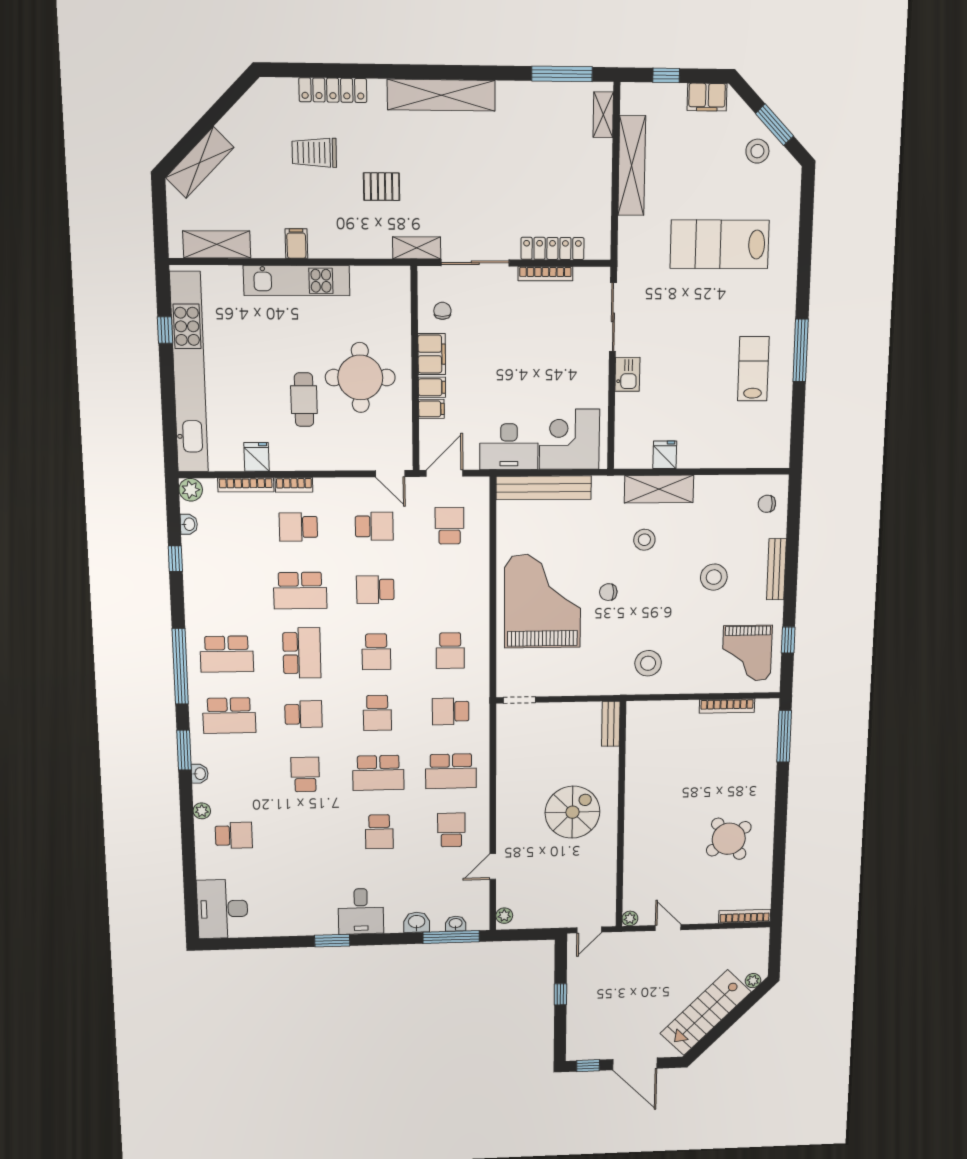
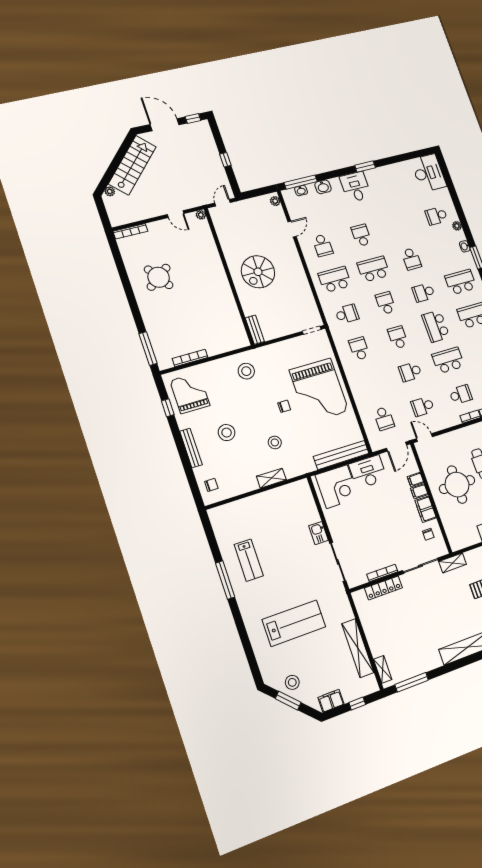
fridge: (665, 455) -> (281, 495), removed
shelving: (659, 489) -> (271, 478), width x0.67, depth x0.75
school desk: (375, 590) -> (410, 372), turned 180

